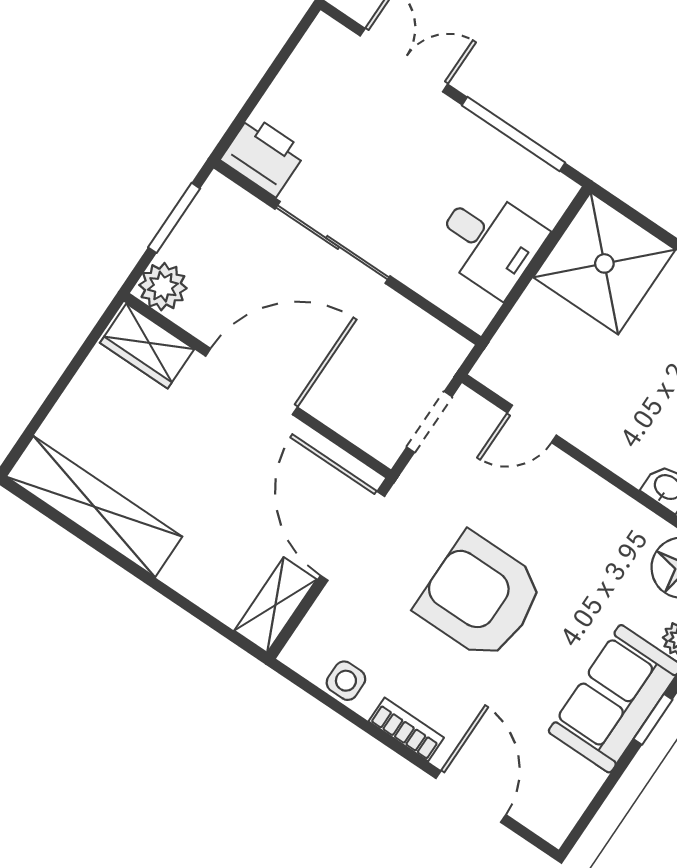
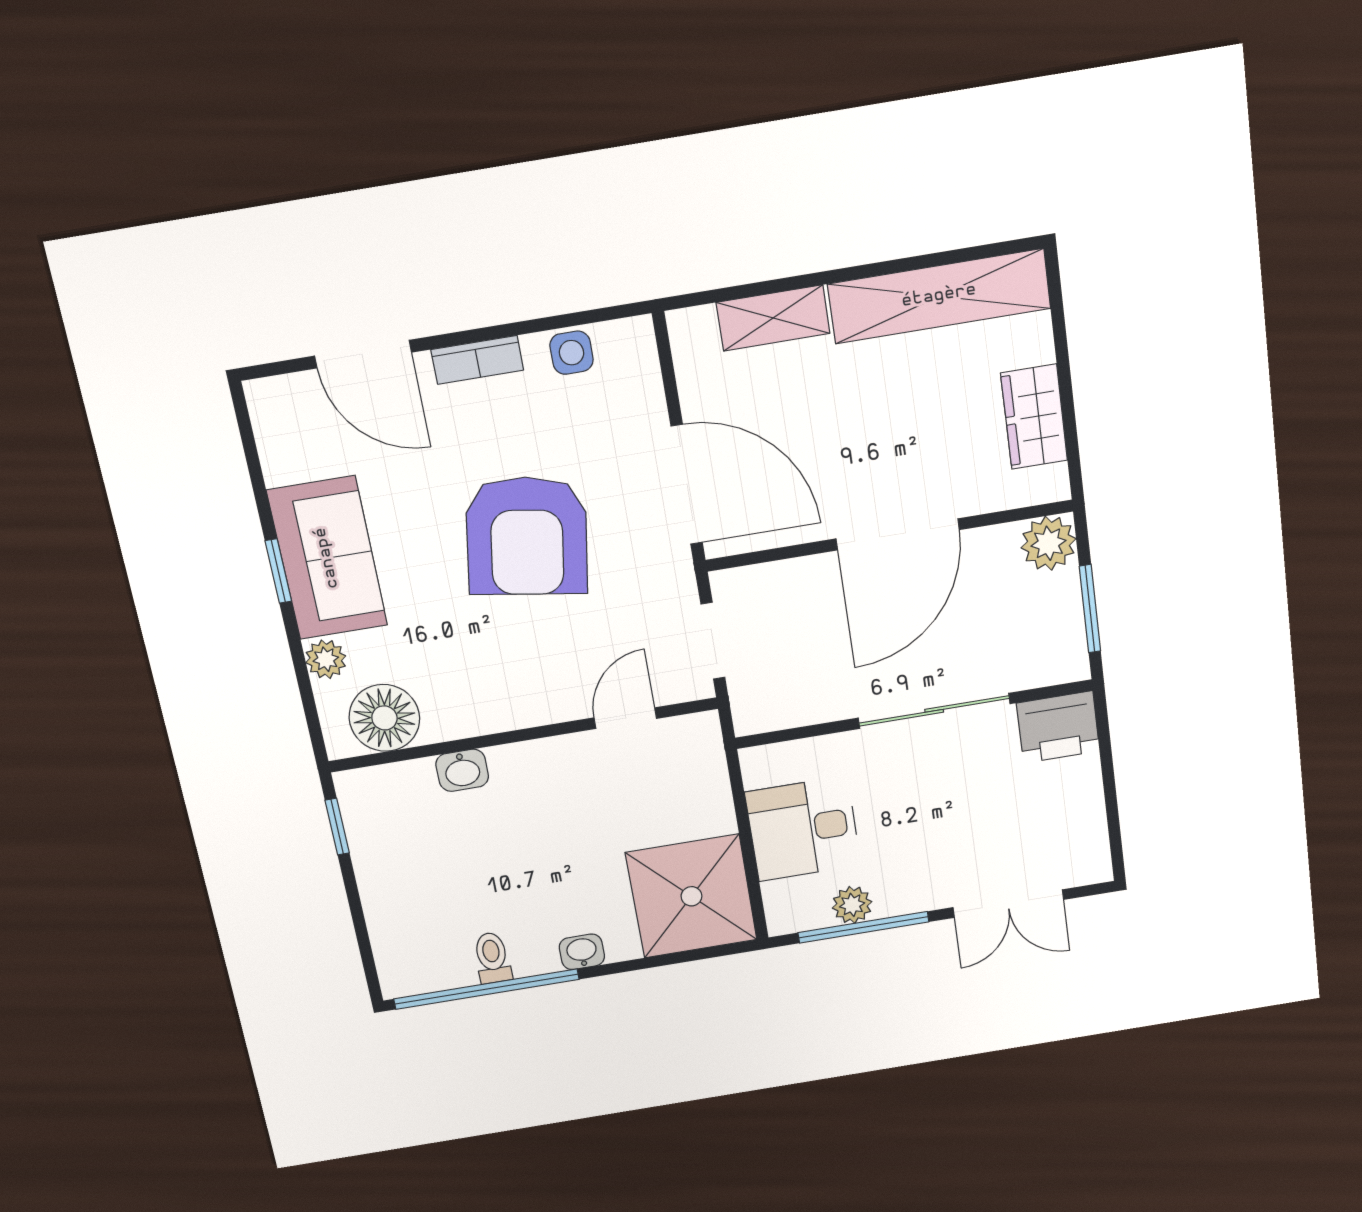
plant: (506, 157) -> (852, 905), added
wardrobe: (147, 346) -> (1034, 417), moved, turned -90
armchair: (480, 597) -> (527, 536), turned 99
shelving: (275, 605) -> (773, 318), moved, turned 90

